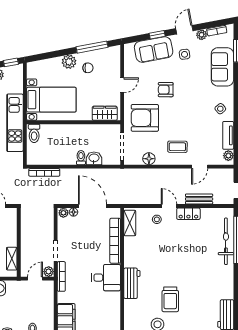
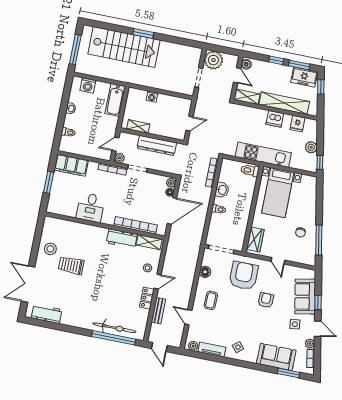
plant: (69, 62) -> (310, 216), removed
washbasin: (94, 158) -> (222, 190), moved
dresser: (28, 235) -> (157, 146), added
desk: (106, 278) -> (91, 207), moved
door: (35, 279) -> (115, 144), swing flipped
workbench: (132, 283) -> (122, 239), moved

